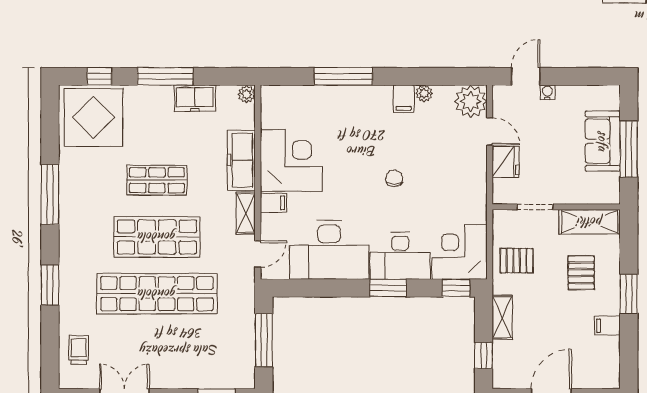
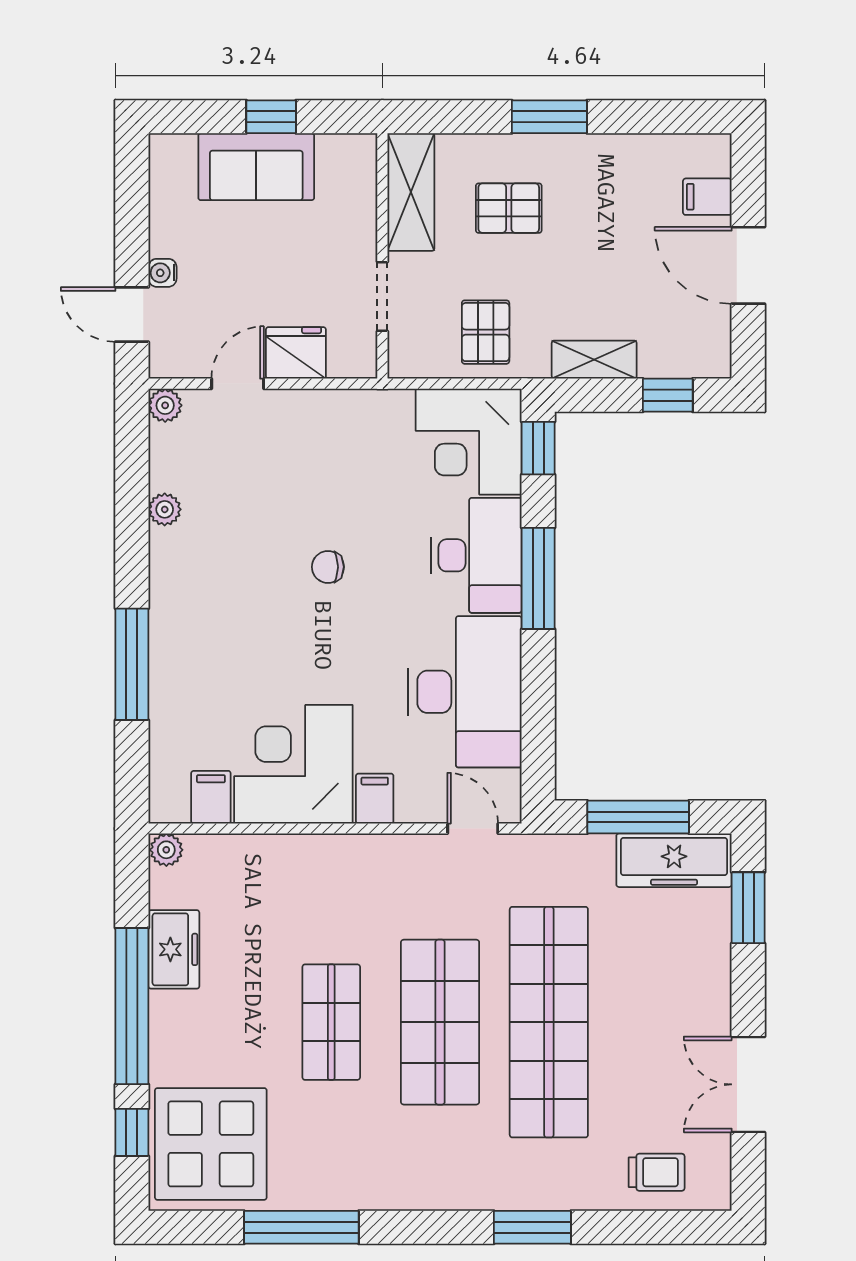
window: (165, 76) -> (132, 1006), width x1.46
filing cabinet: (404, 99) -> (211, 797), moved, turned -90
plant: (471, 101) -> (165, 405), width x0.53, depth x0.53
window: (629, 149) -> (271, 117), width x0.46
freezer: (241, 160) -> (674, 860), moved
window: (50, 194) -> (301, 1227), moved
shelving: (246, 213) -> (394, 852), removed
window: (388, 288) -> (538, 578), width x1.44
filing cabinet: (607, 326) -> (707, 197), moved, turned 90
trolley: (79, 350) -> (657, 1172), turned 180

